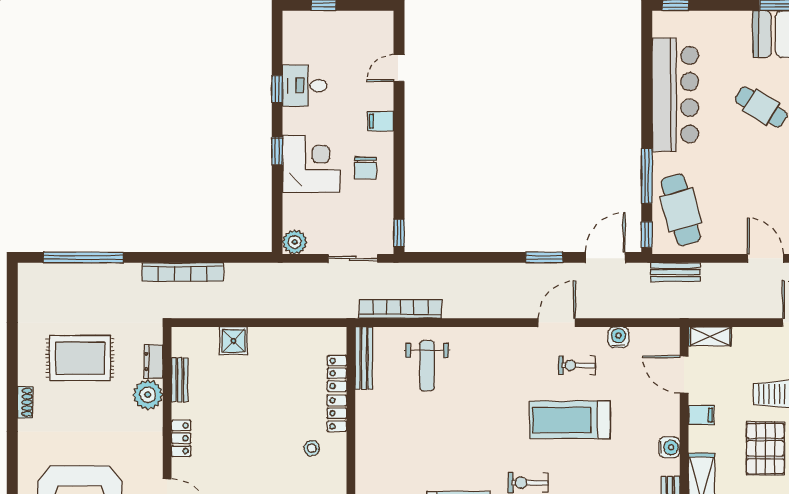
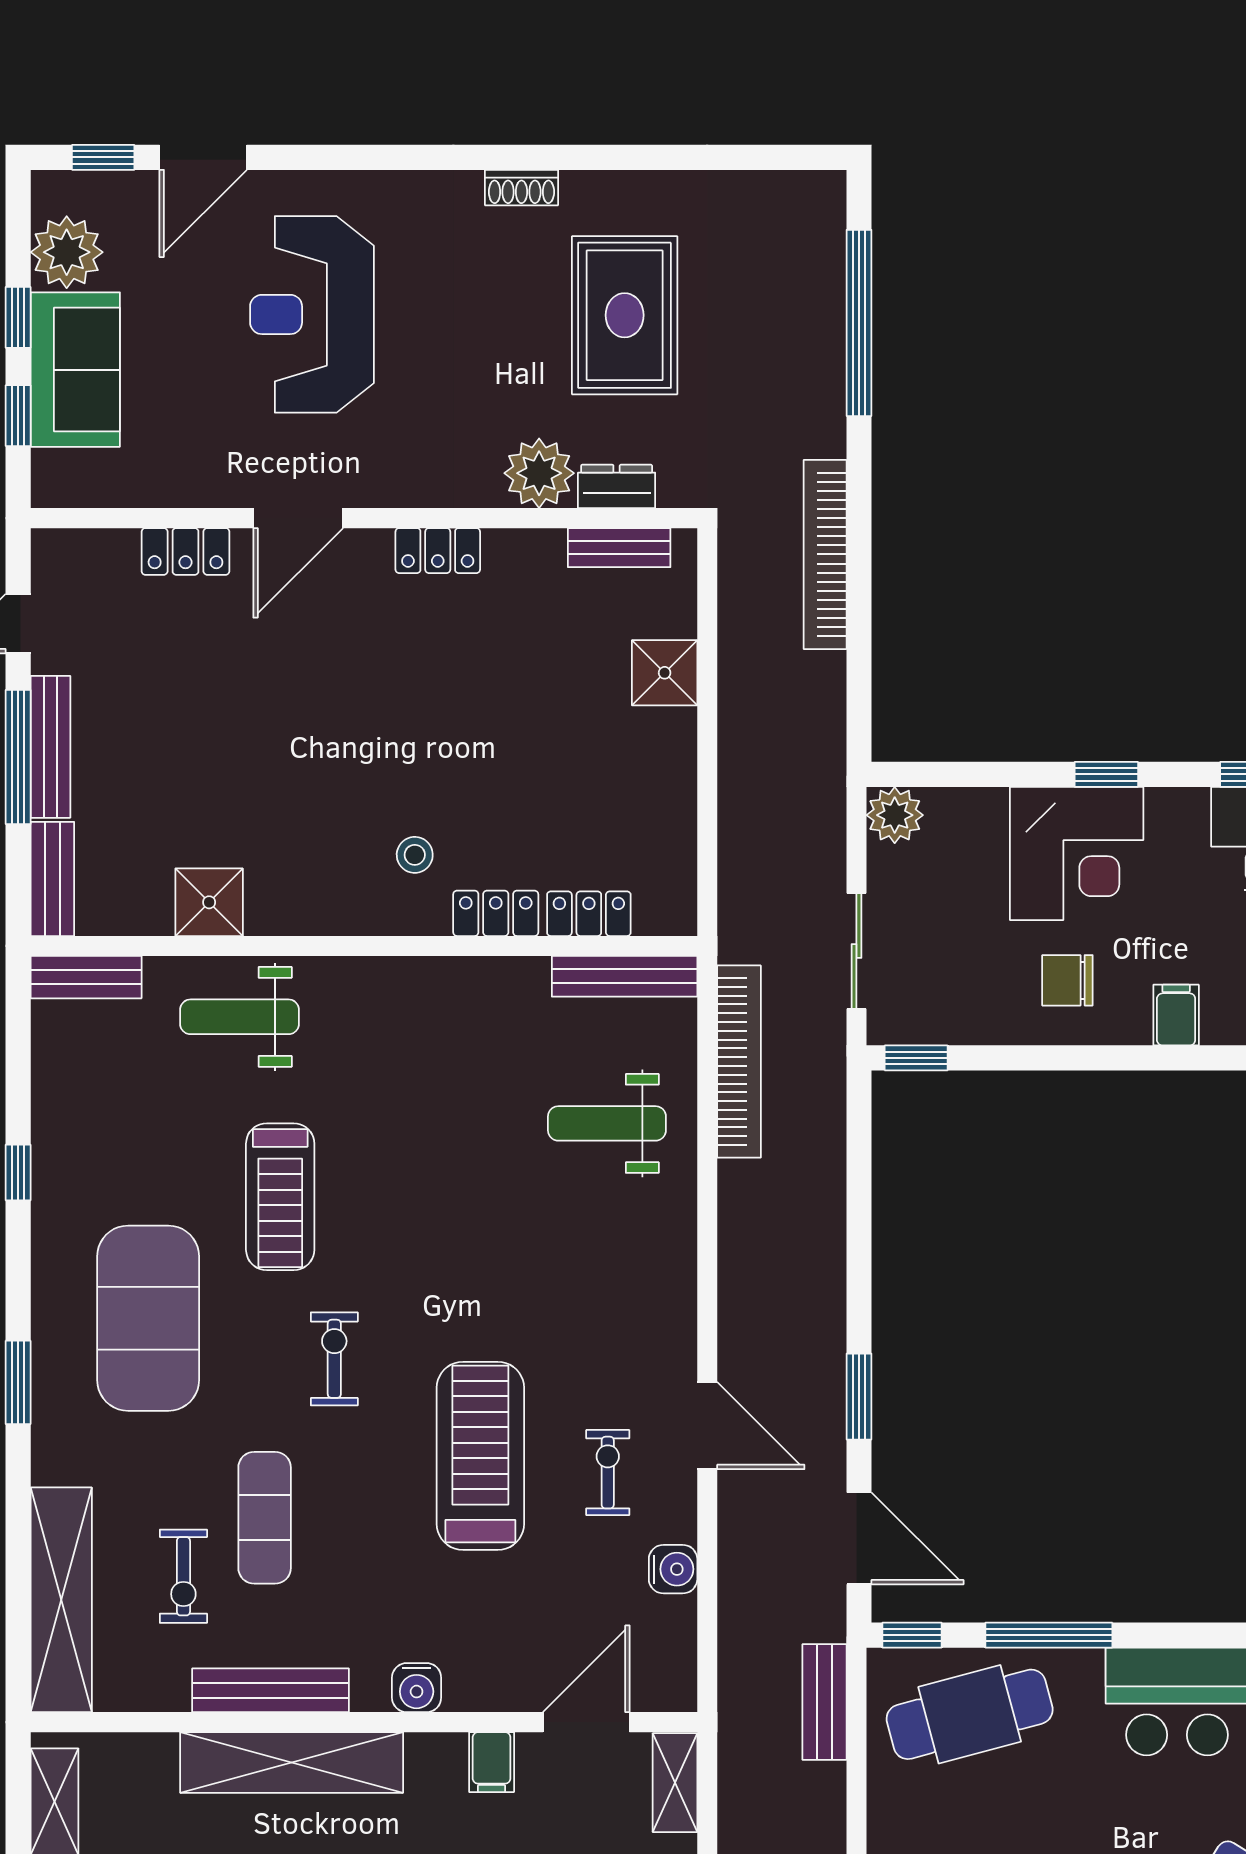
bench: (180, 380) -> (619, 548), moved

